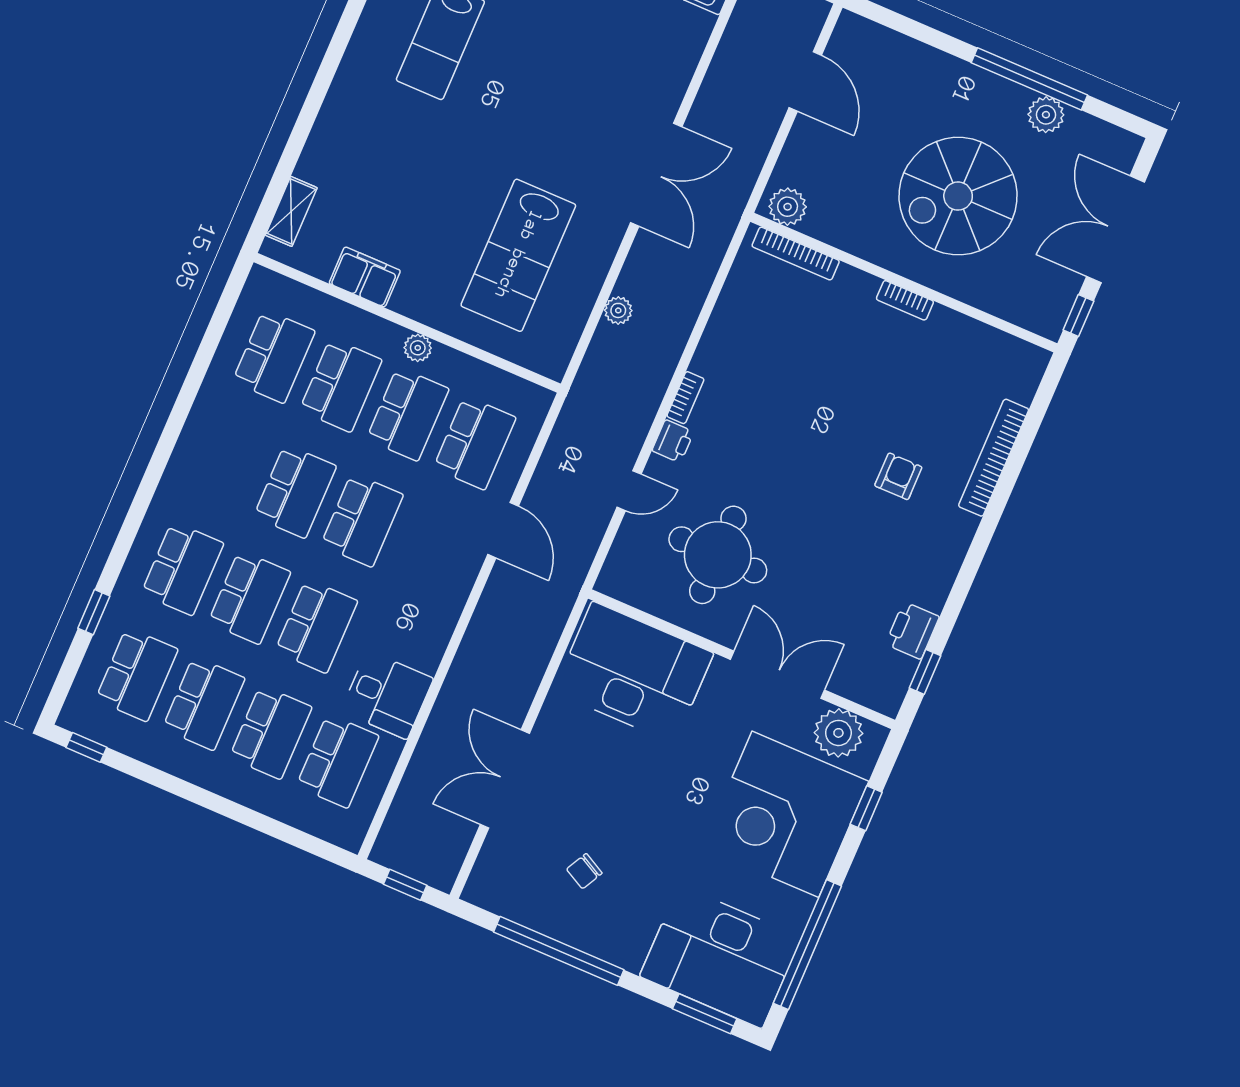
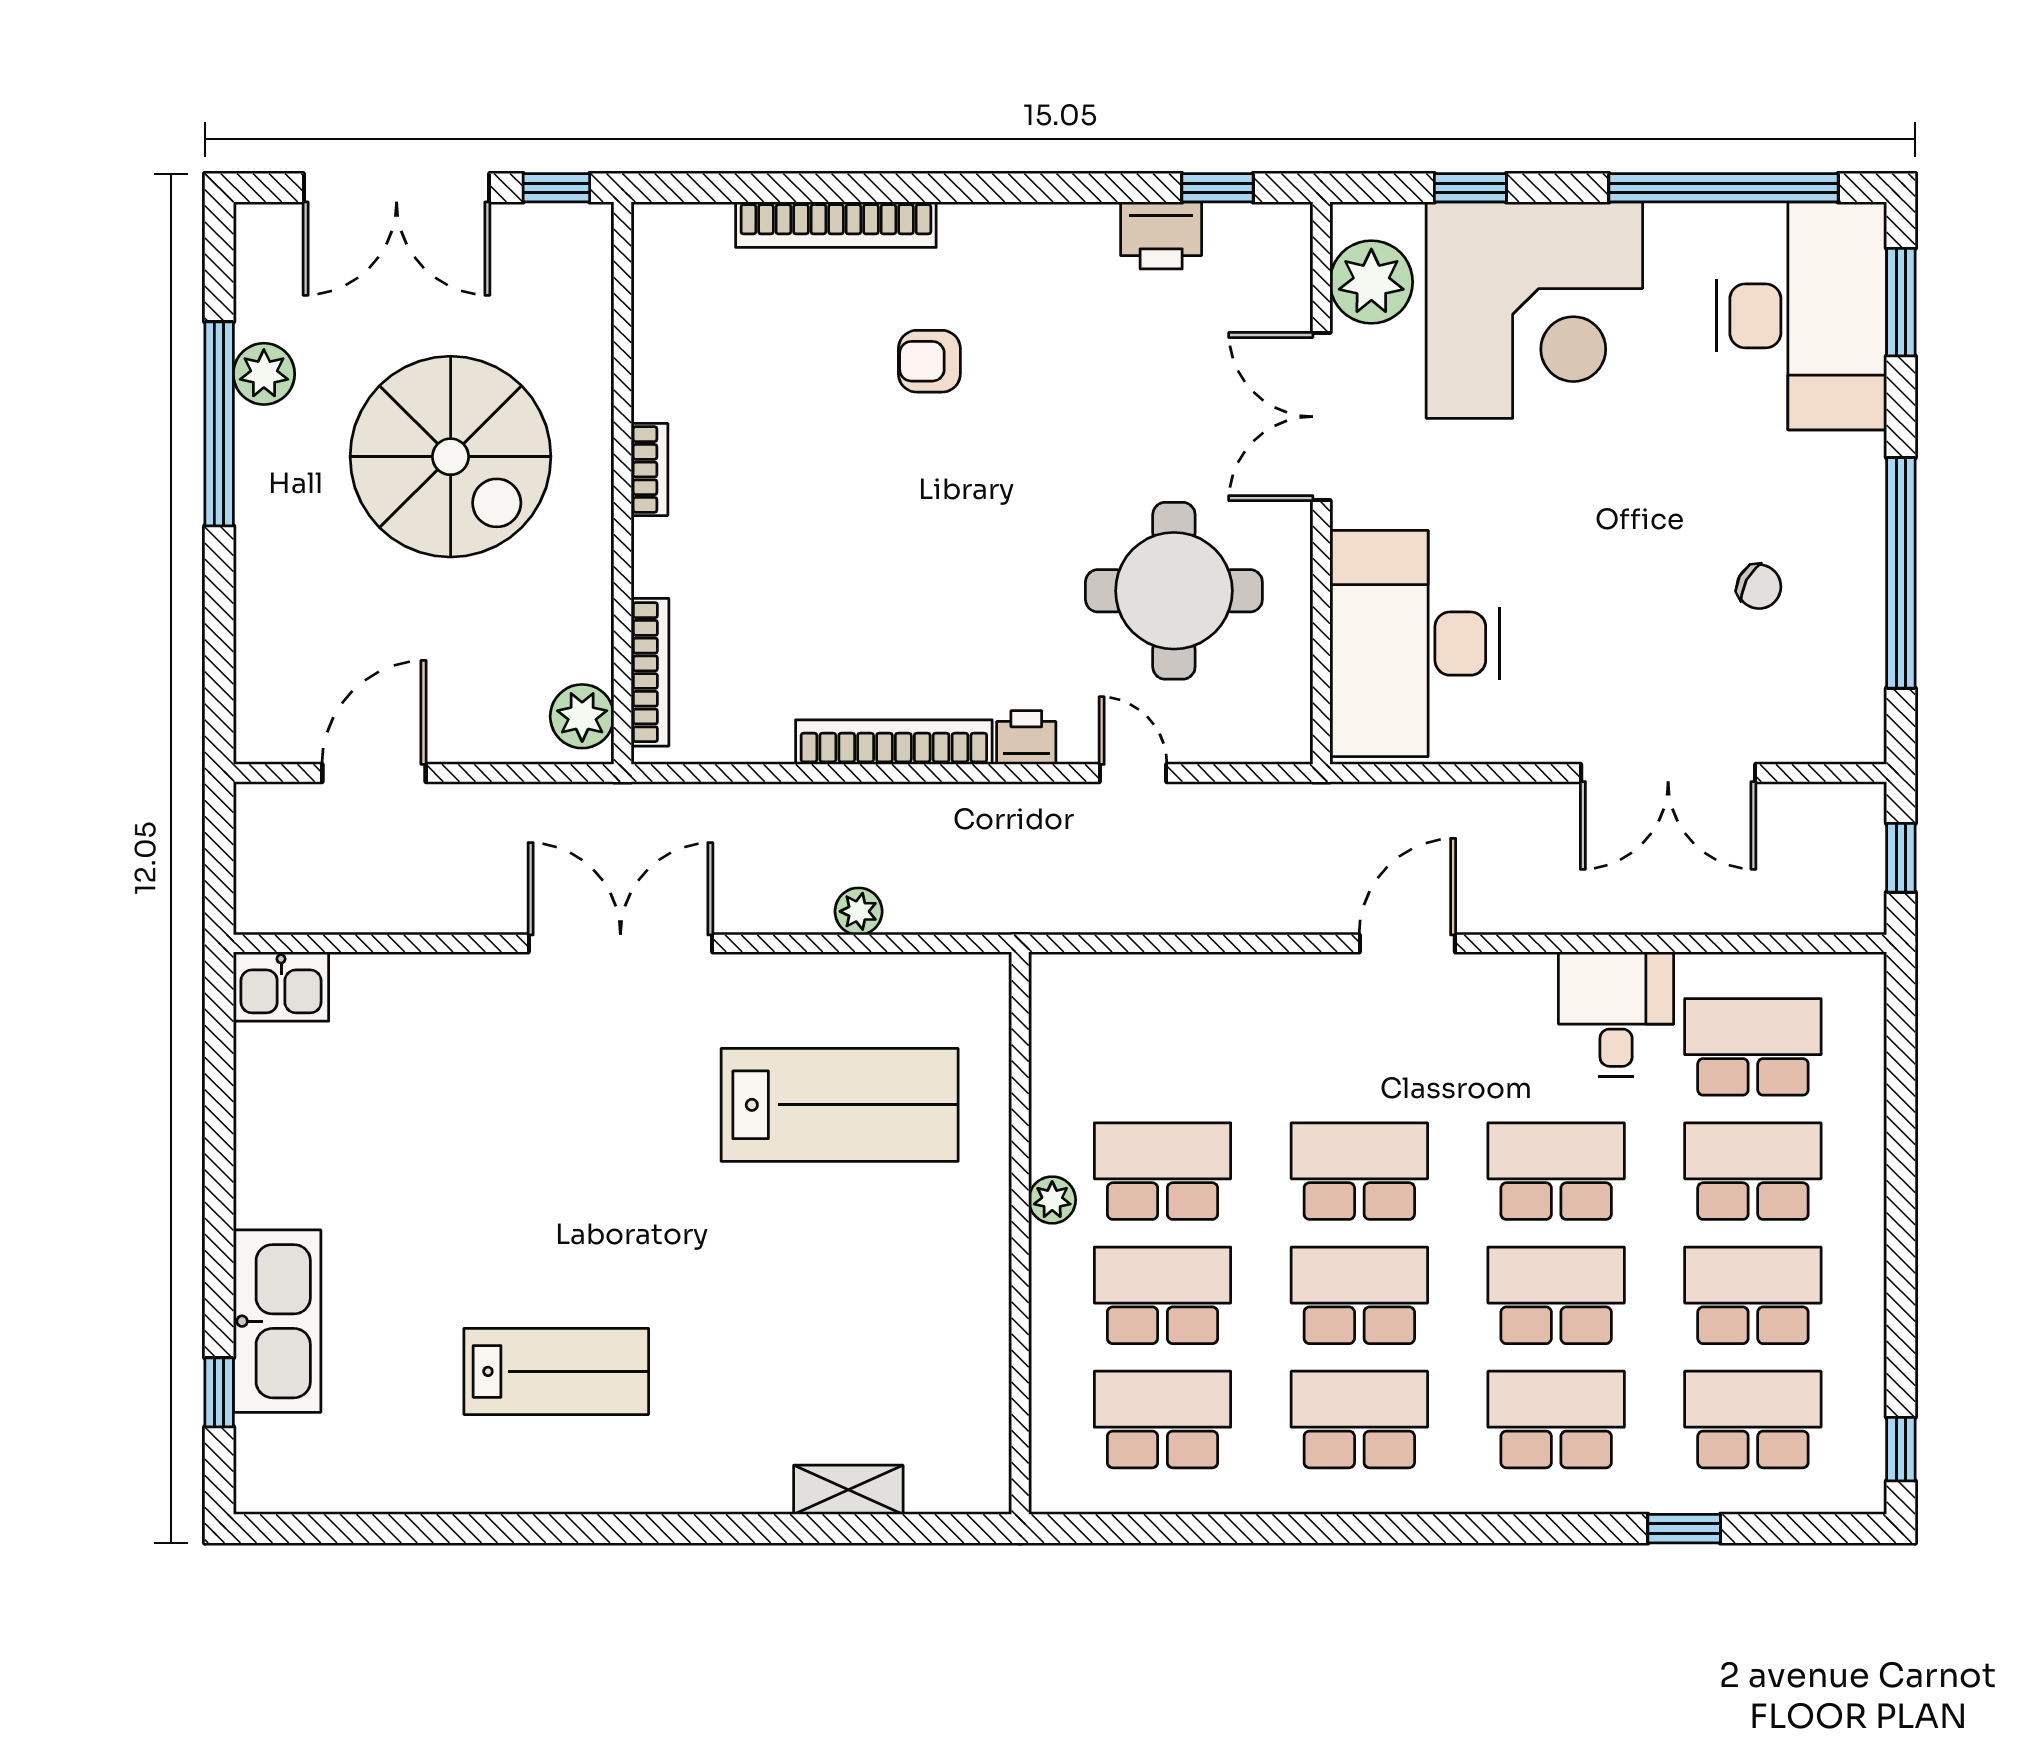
shelving: (291, 211) -> (848, 1490), moved
filing cabinet: (365, 277) -> (977, 1331), removed
bookcase: (685, 398) -> (894, 742), width x2.31, depth x1.31
school desk: (475, 443) -> (1359, 1420), moved
door: (503, 530) -> (1407, 943), moved

